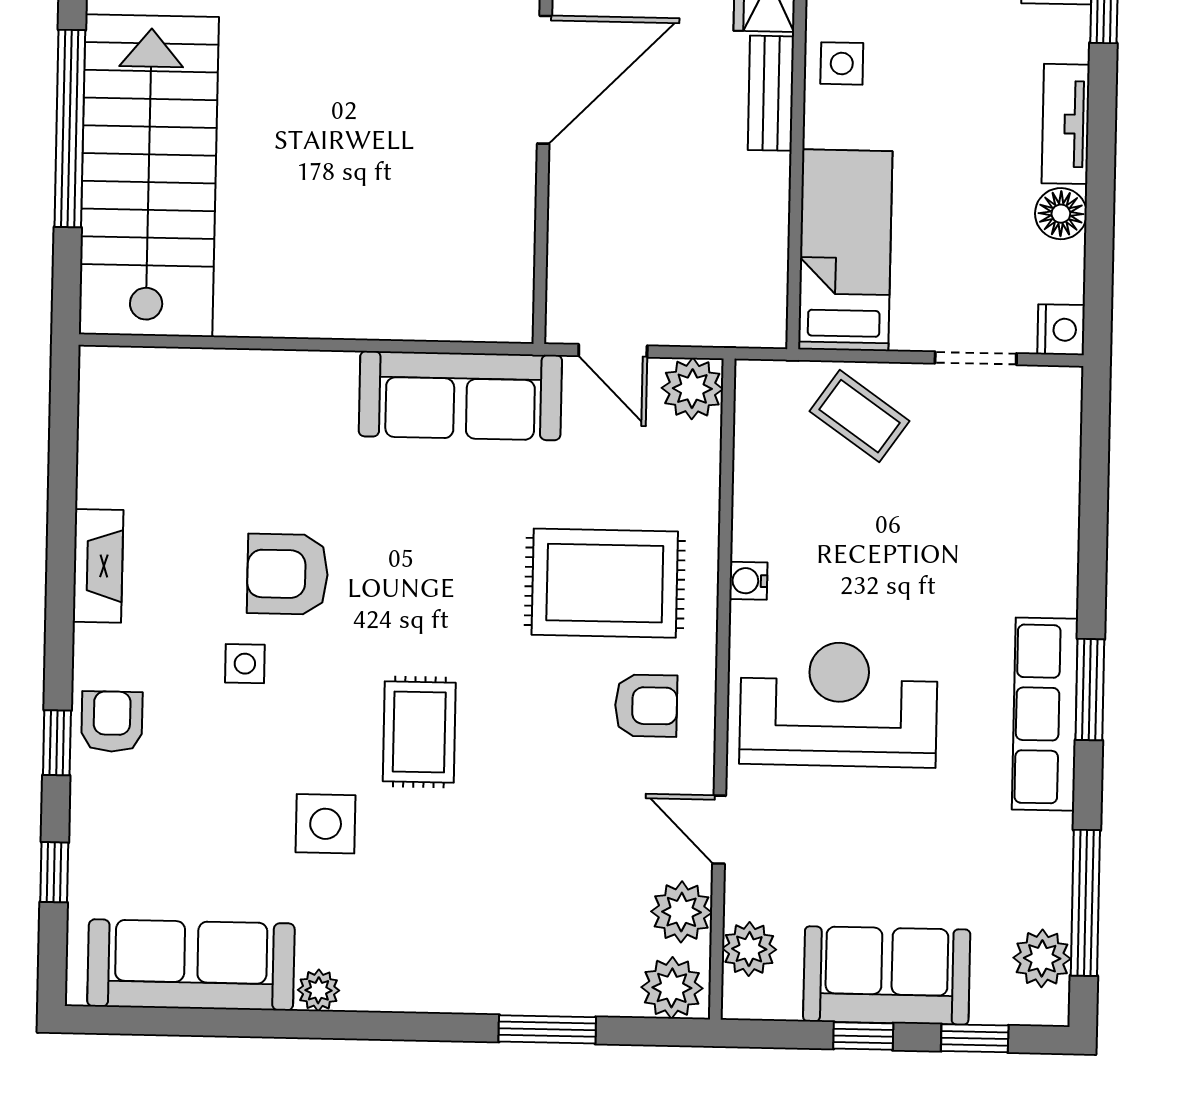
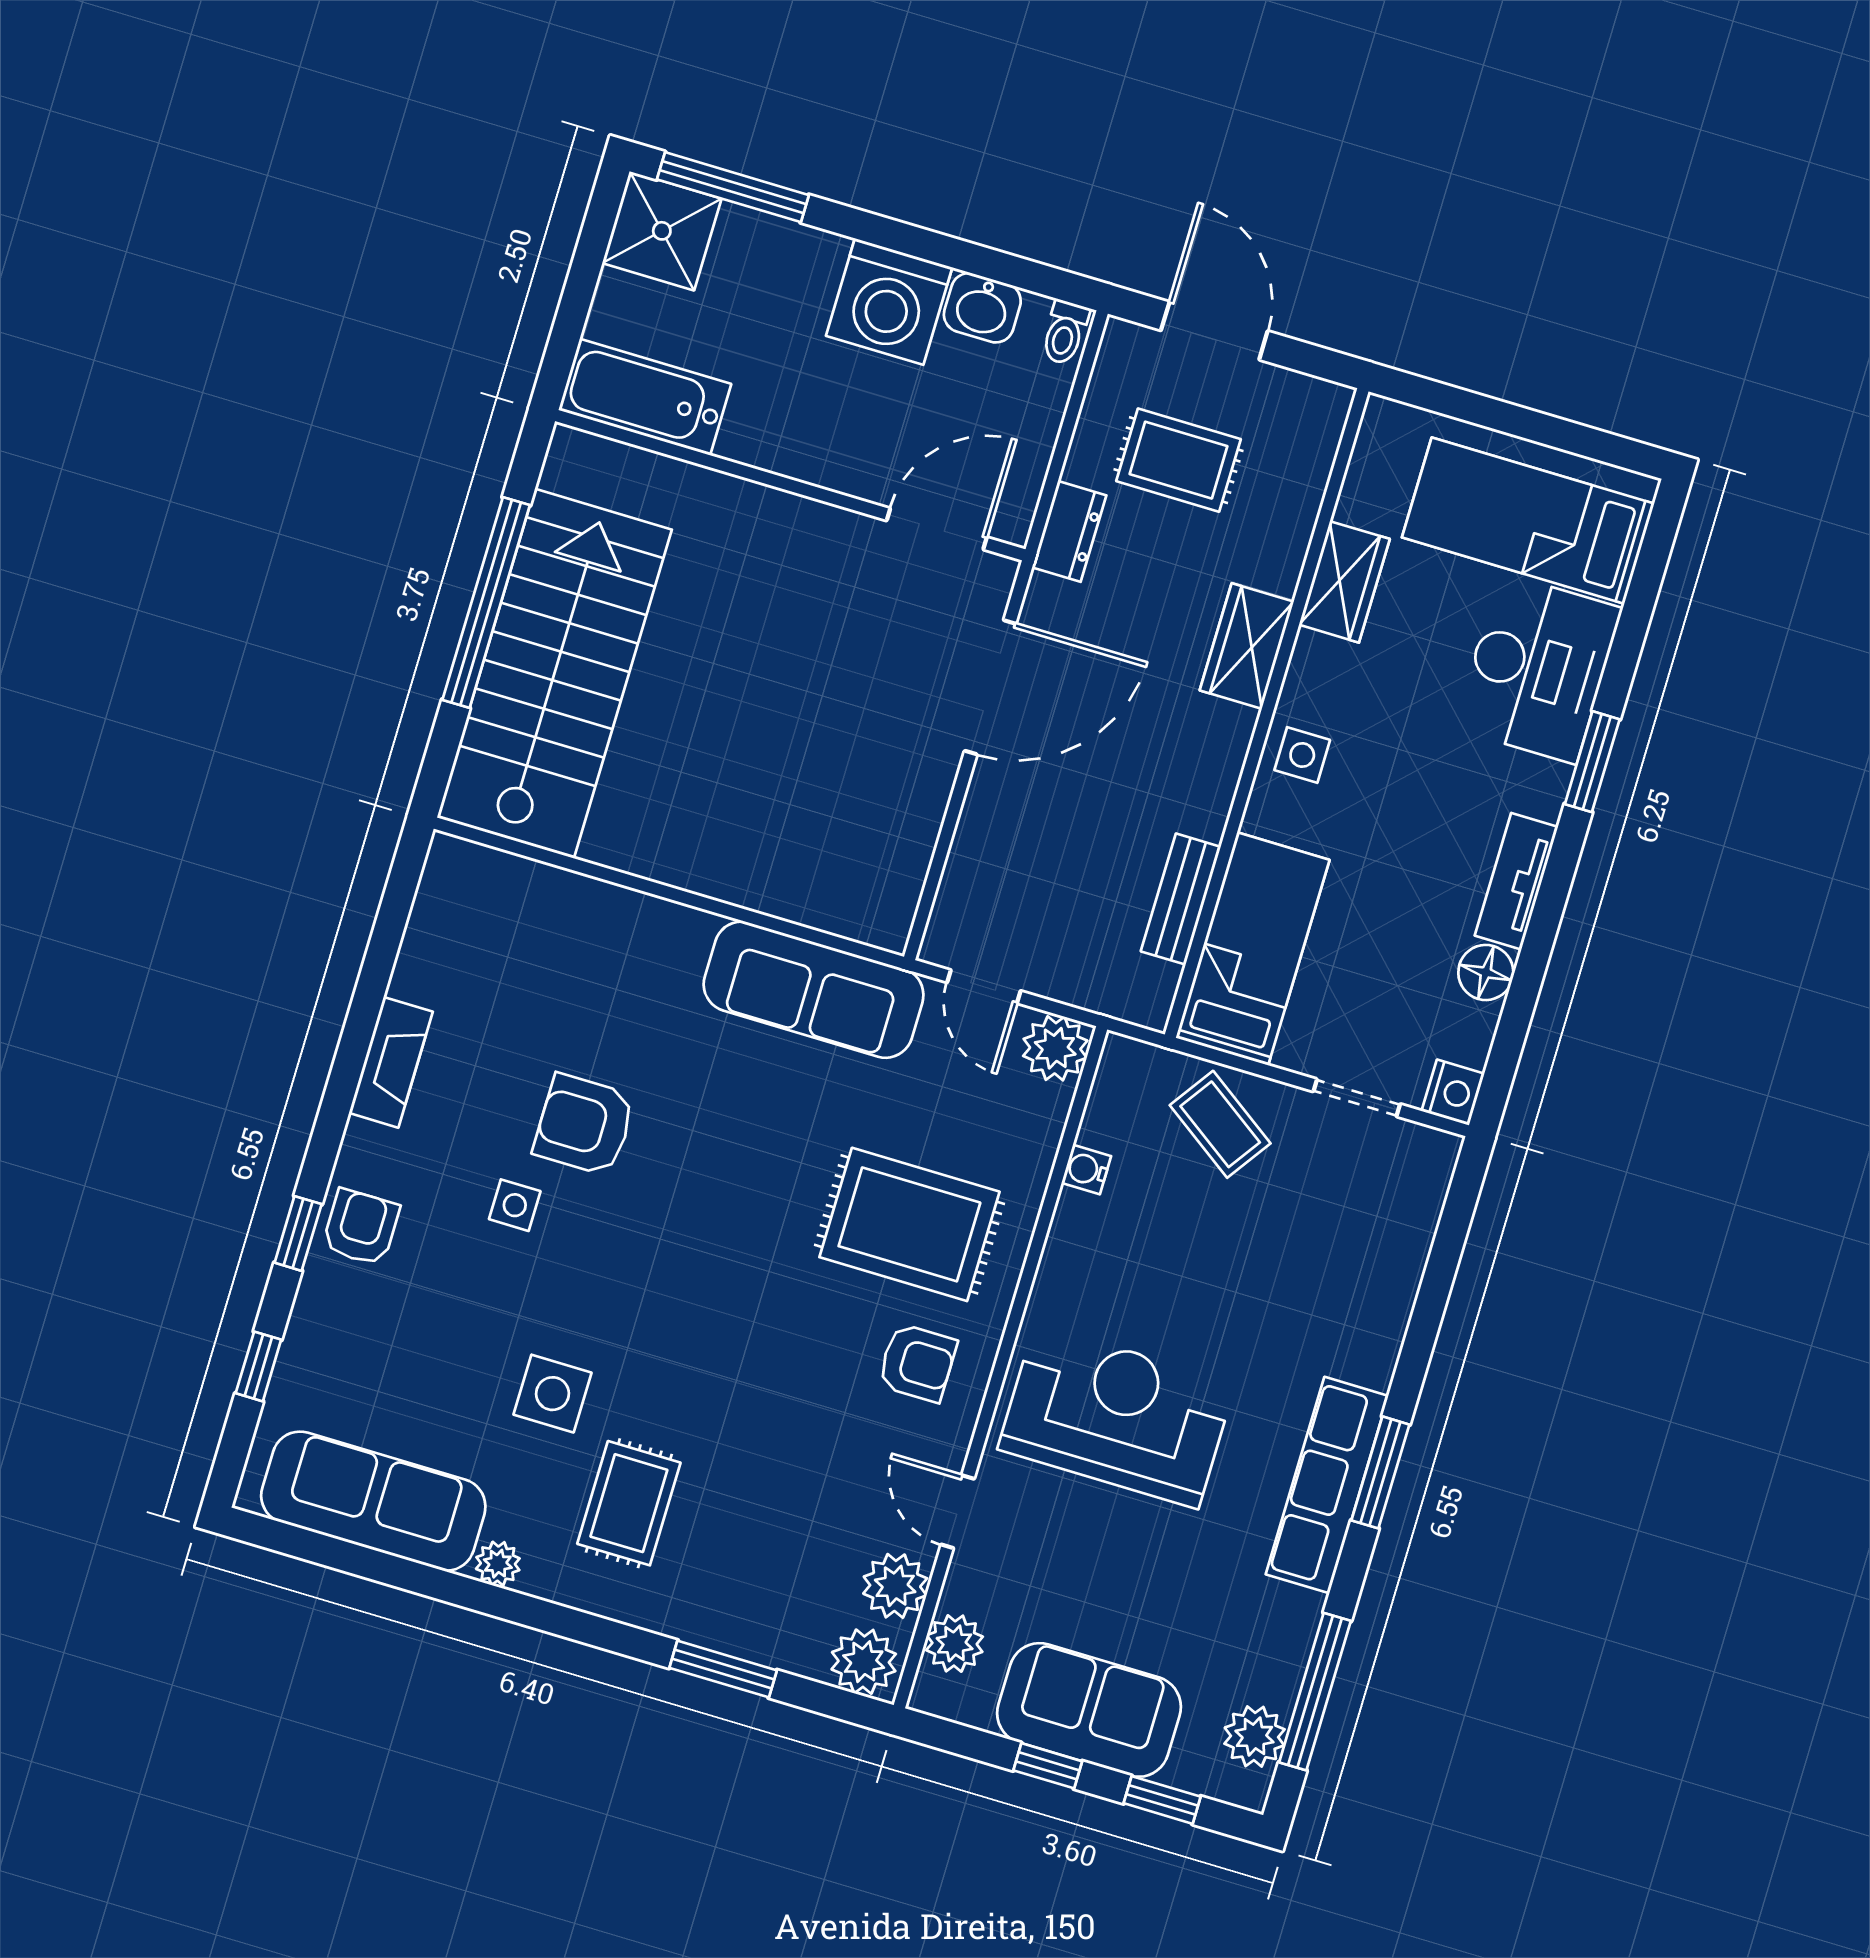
bench: (771, 93) -> (1181, 899), moved
water cooler: (748, 581) -> (1086, 1169), moved
rug: (419, 732) -> (629, 1503), moved

